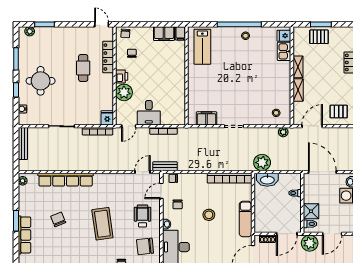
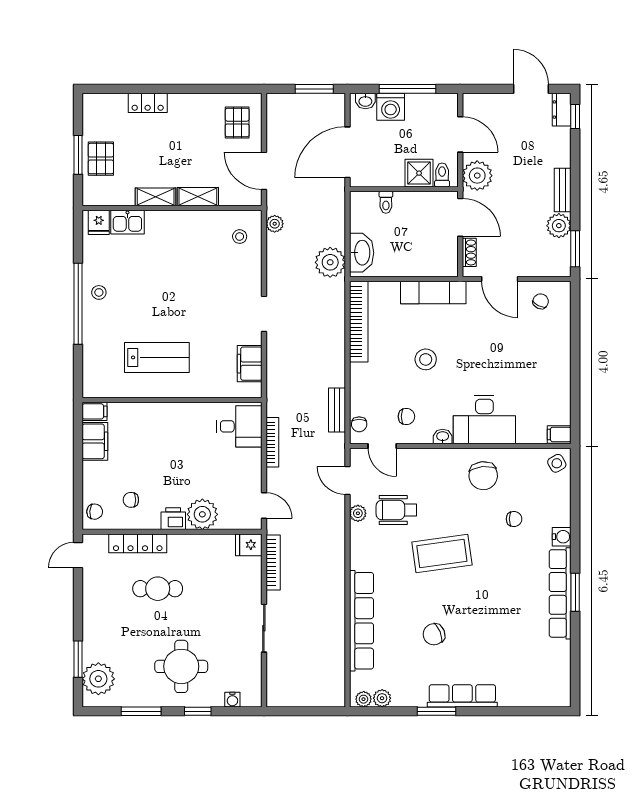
plant: (30, 31) -> (98, 679), width x1.87, depth x1.87
lab bench: (202, 47) -> (157, 357), moved
desk: (149, 113) -> (239, 426), moved
bench: (23, 144) -> (296, 699), removed
bench: (165, 166) -> (337, 410), moved
plant: (125, 178) -> (358, 513), added
plant: (23, 191) -> (382, 698), added
wheelchair: (143, 216) -> (396, 510), moved

